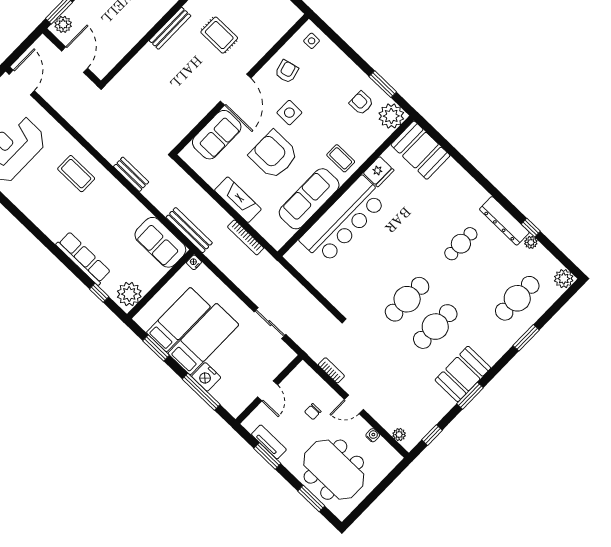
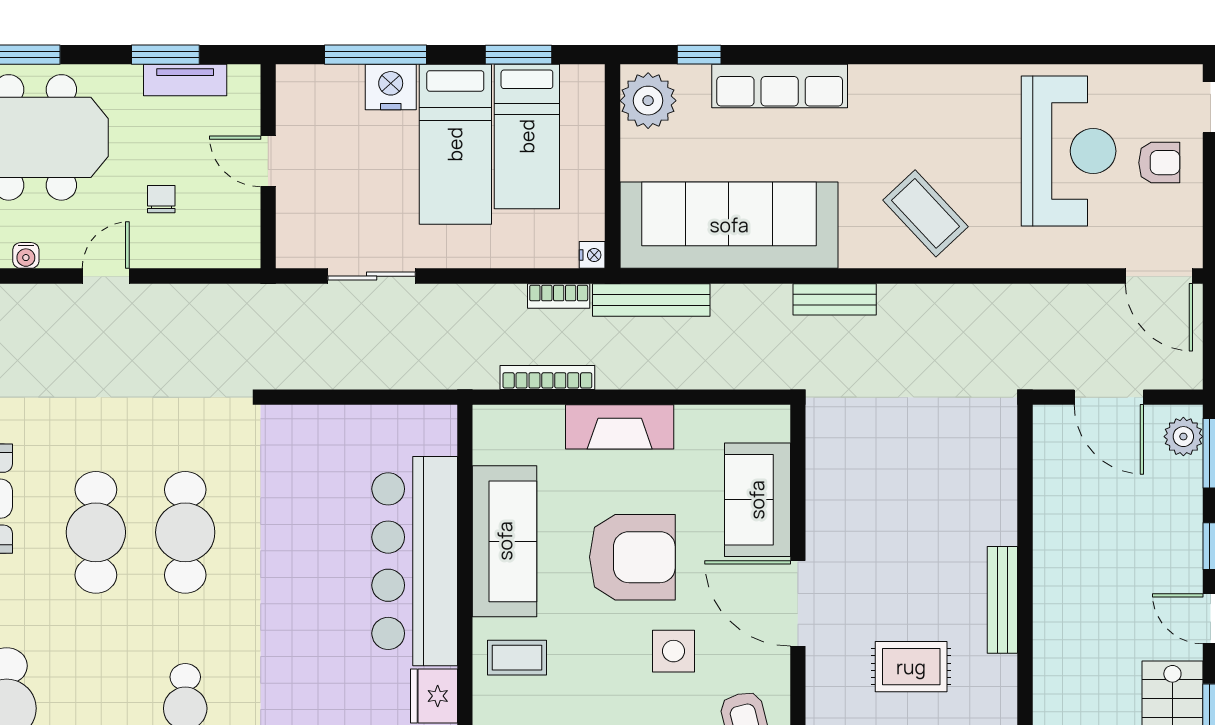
coffee table: (76, 174) -> (926, 213), turned 47
sofa: (160, 242) -> (729, 225), width x1.85, depth x1.27
bookcase: (331, 370) -> (559, 296), moved

